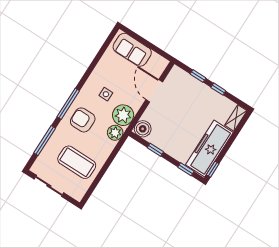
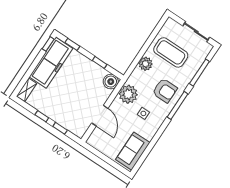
sofa: (132, 50) -> (133, 151), moved, turned -90
plant: (115, 133) -> (145, 64), moved

